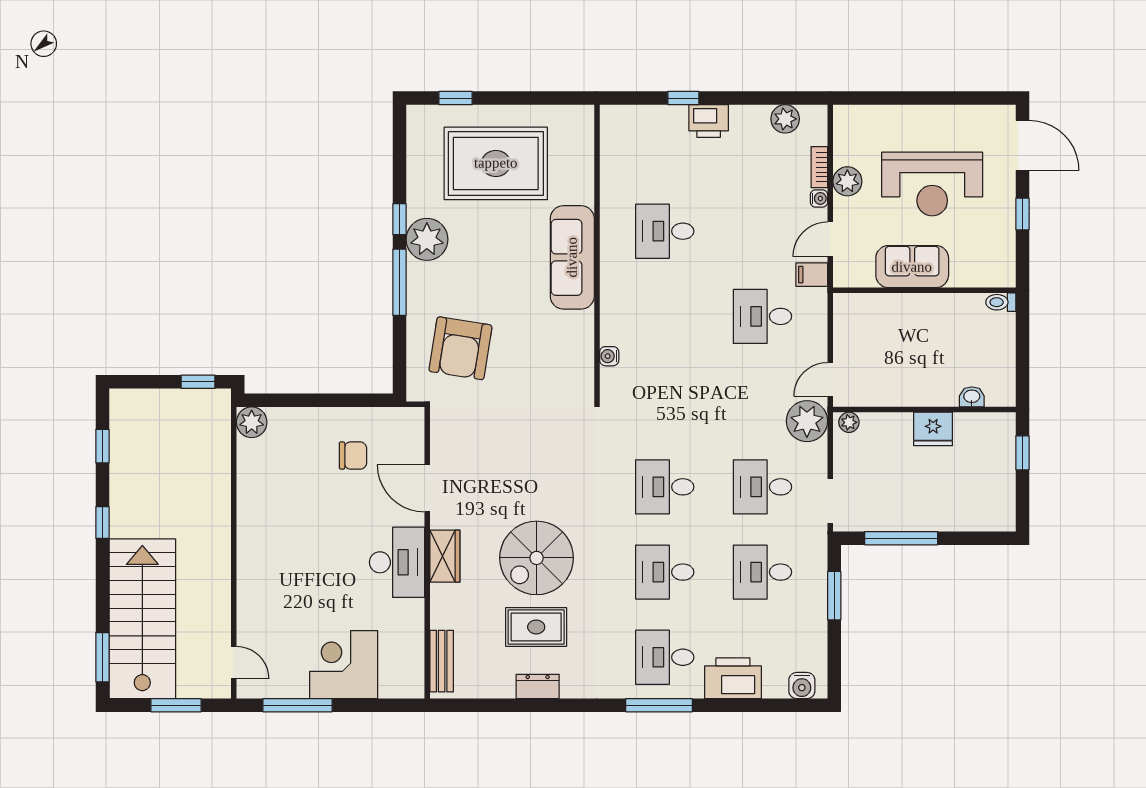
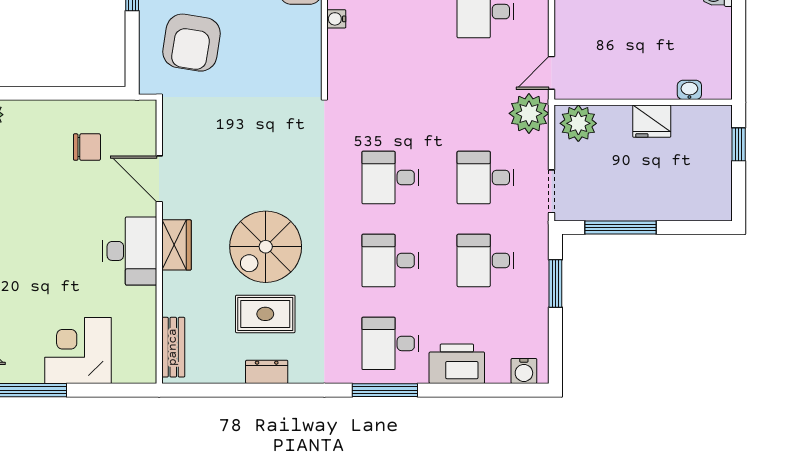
water cooler: (609, 356) -> (336, 19), moved
plant: (849, 422) -> (578, 123), width x1.88, depth x1.88

